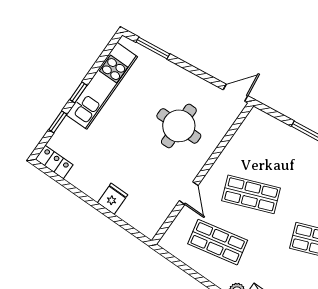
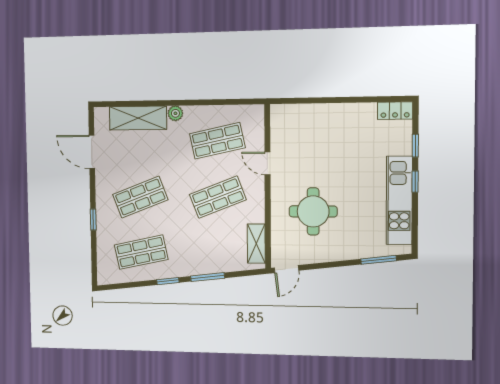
shelving: (246, 132) -> (256, 244), added
fridge: (113, 199) -> (325, 115), removed

